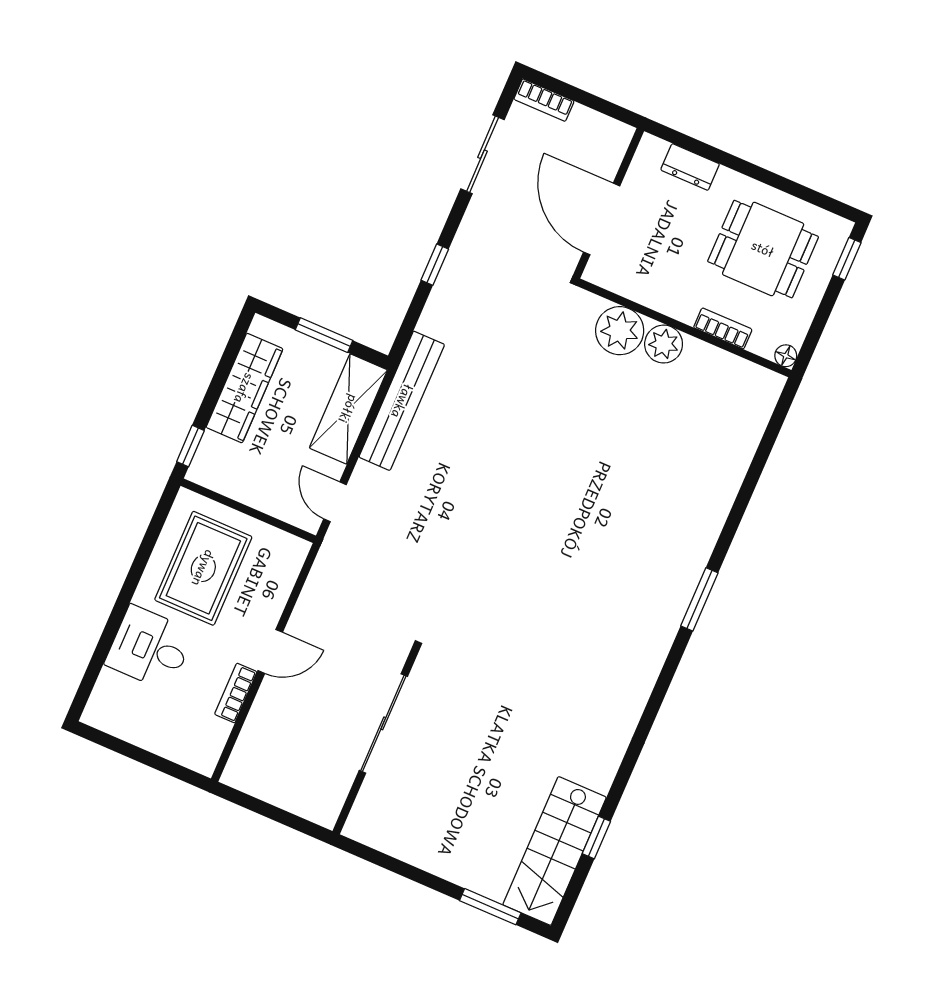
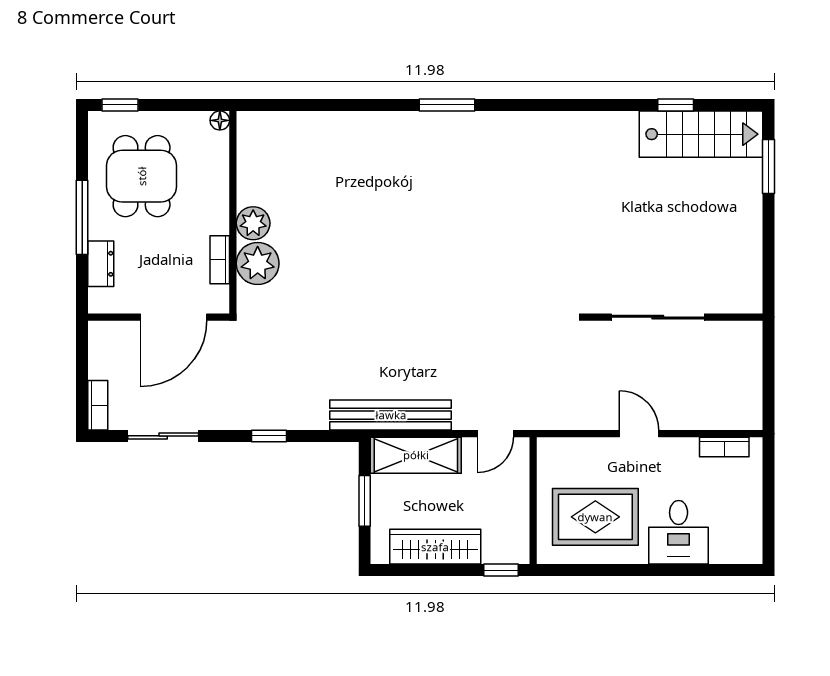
window: (747, 168) -> (82, 217), added
bookcase: (723, 328) -> (220, 260), moved
bookcase: (236, 693) -> (724, 447), moved

